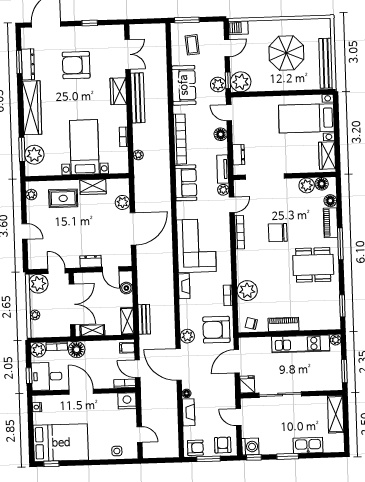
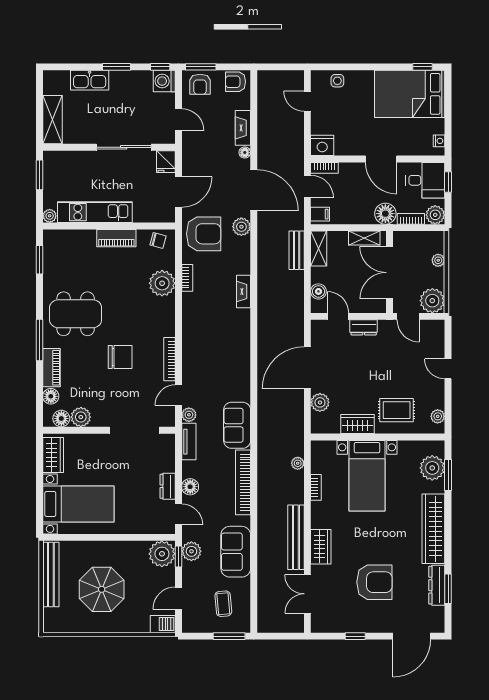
dresser: (239, 155) -> (168, 486), moved
corner sofa: (196, 246) -> (226, 343), removed
window: (209, 459) -> (201, 67), moved

